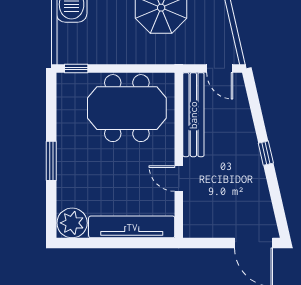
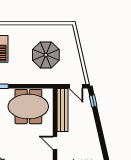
window: (266, 153) -> (93, 101), moved

